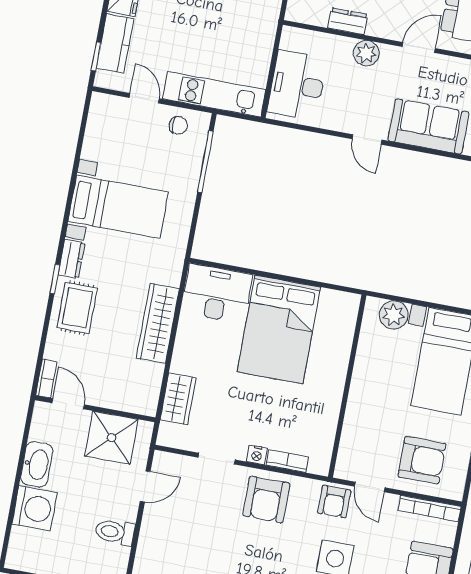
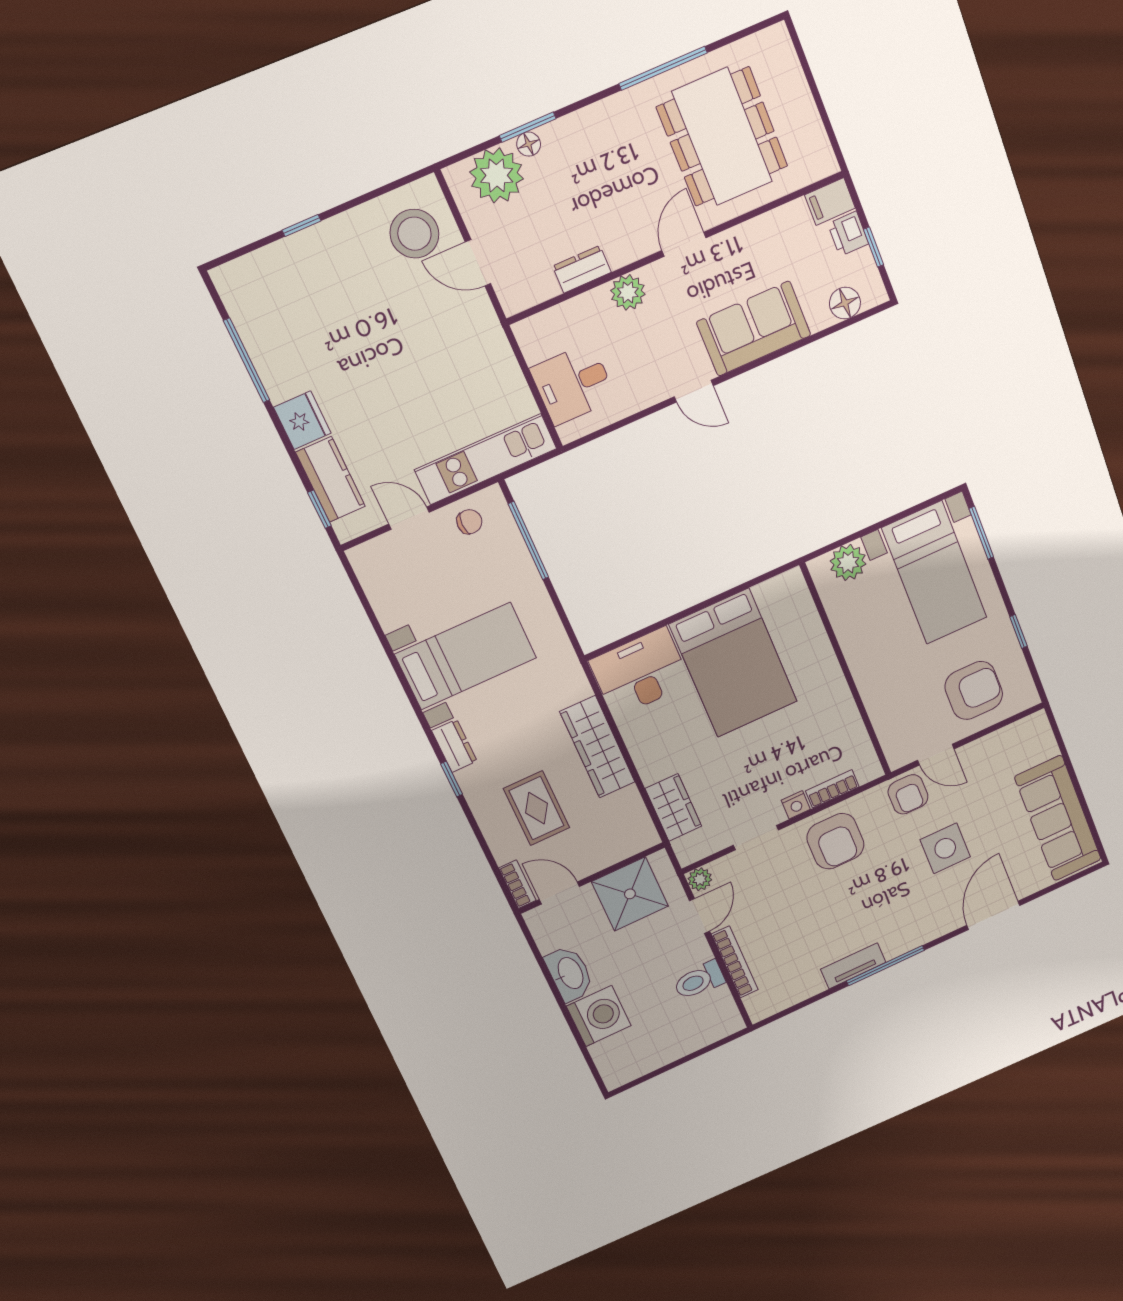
desk: (297, 85) -> (573, 384), width x0.73
rug: (77, 308) -> (536, 808), moved
plant: (162, 461) -> (700, 879), added
bookcase: (430, 509) -> (735, 962), moved, turned -90

